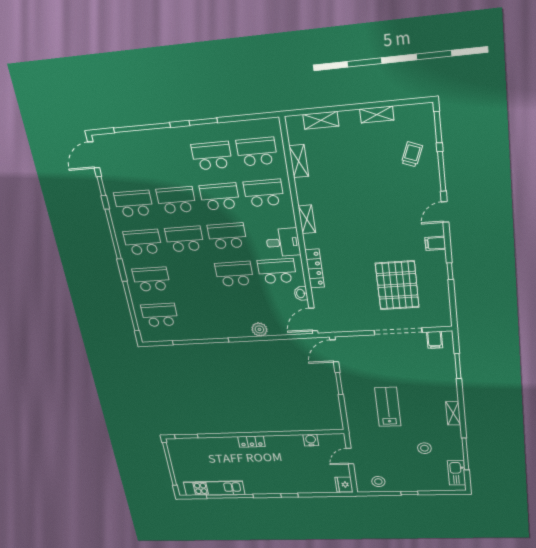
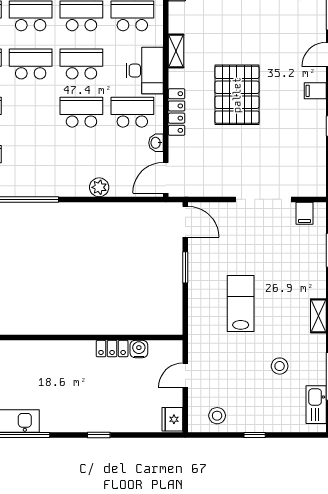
desk: (283, 242) -> (145, 71), width x1.37
pallet: (397, 285) -> (237, 95), moved
door: (334, 351) -> (185, 222), swing flipped
locker: (251, 442) -> (112, 349), moved

